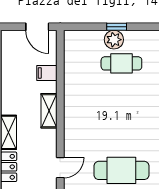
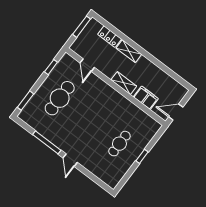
plant: (114, 40) -> (136, 149), removed
filing cabinet: (47, 73) -> (146, 98), width x2.00

